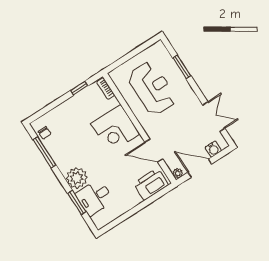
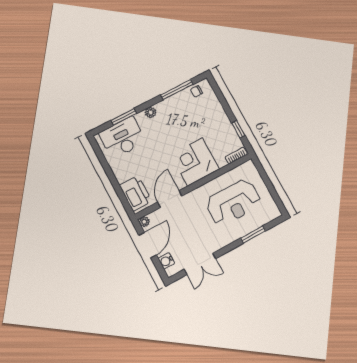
plant: (77, 178) -> (151, 112), width x0.53, depth x0.53
desk: (95, 197) -> (123, 138), width x1.37

